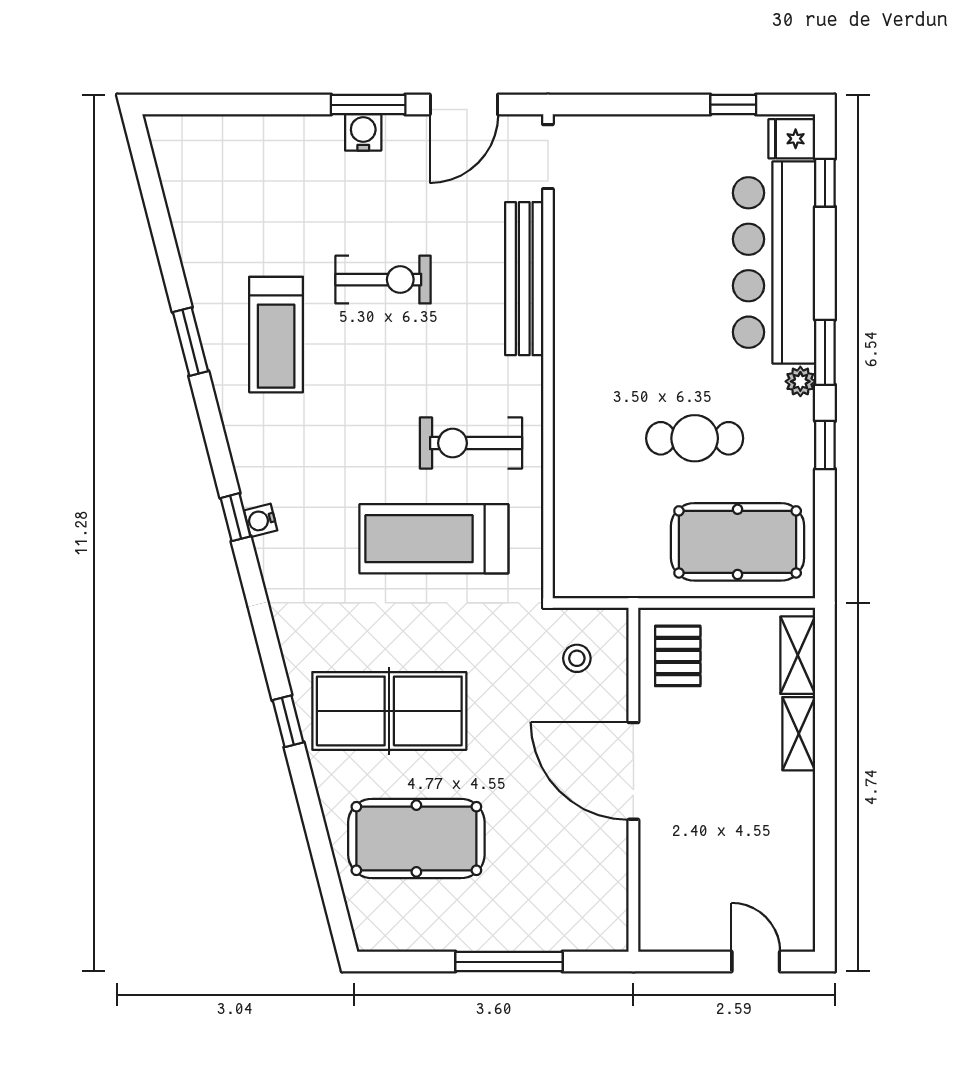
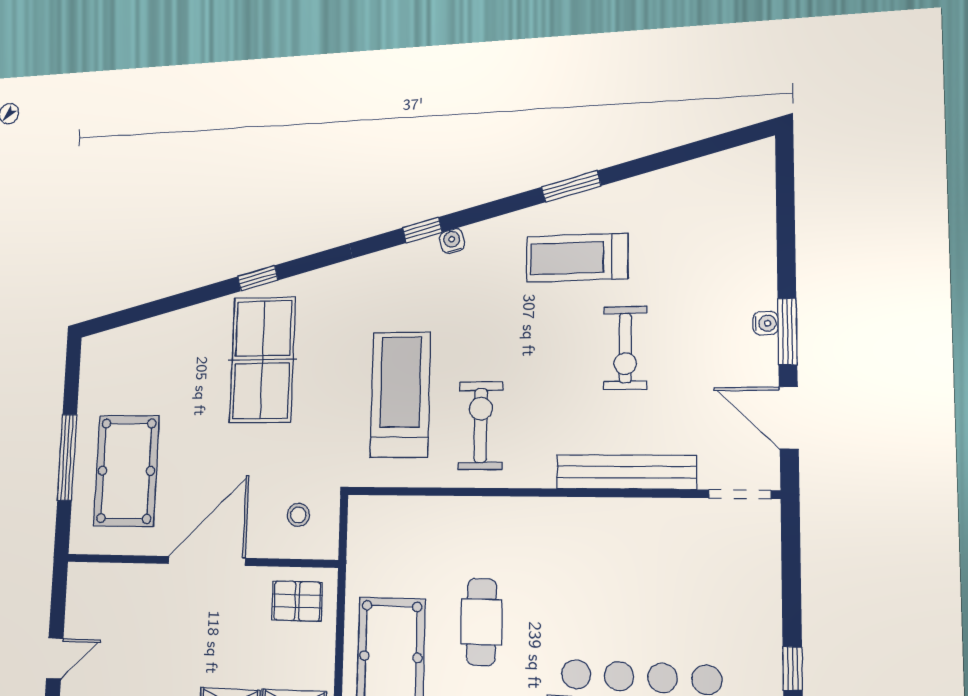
water cooler: (363, 132) -> (766, 323), width x0.72, depth x0.72
water cooler: (261, 520) -> (452, 241), moved
pool table: (416, 838) -> (126, 471), moved

